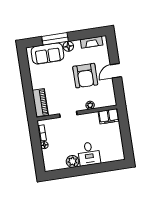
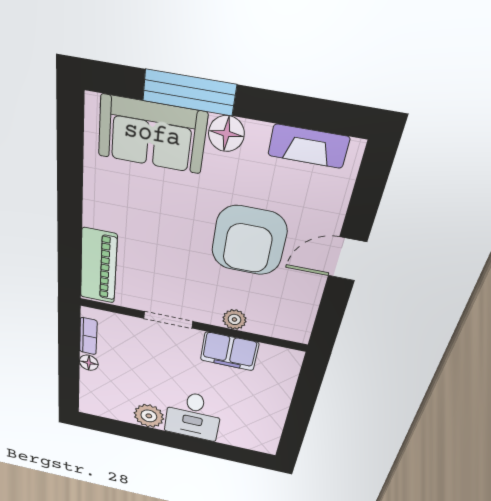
filing cabinet: (109, 116) -> (229, 351), moved

